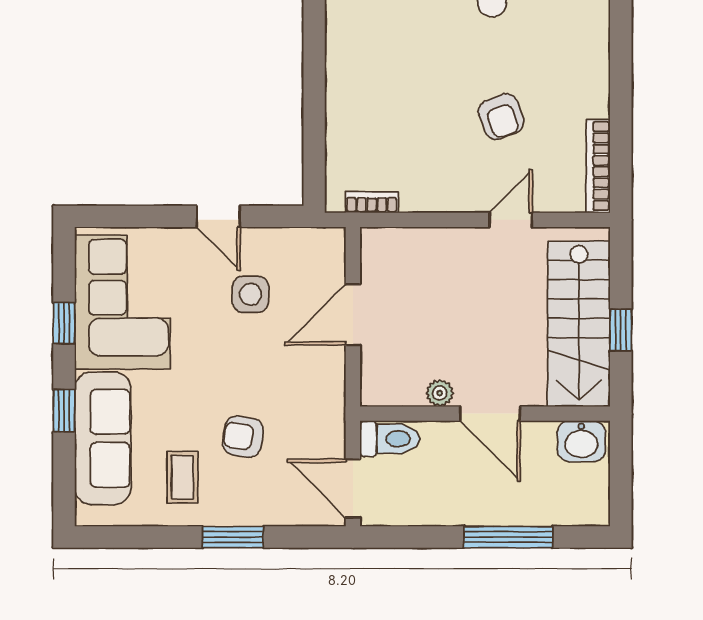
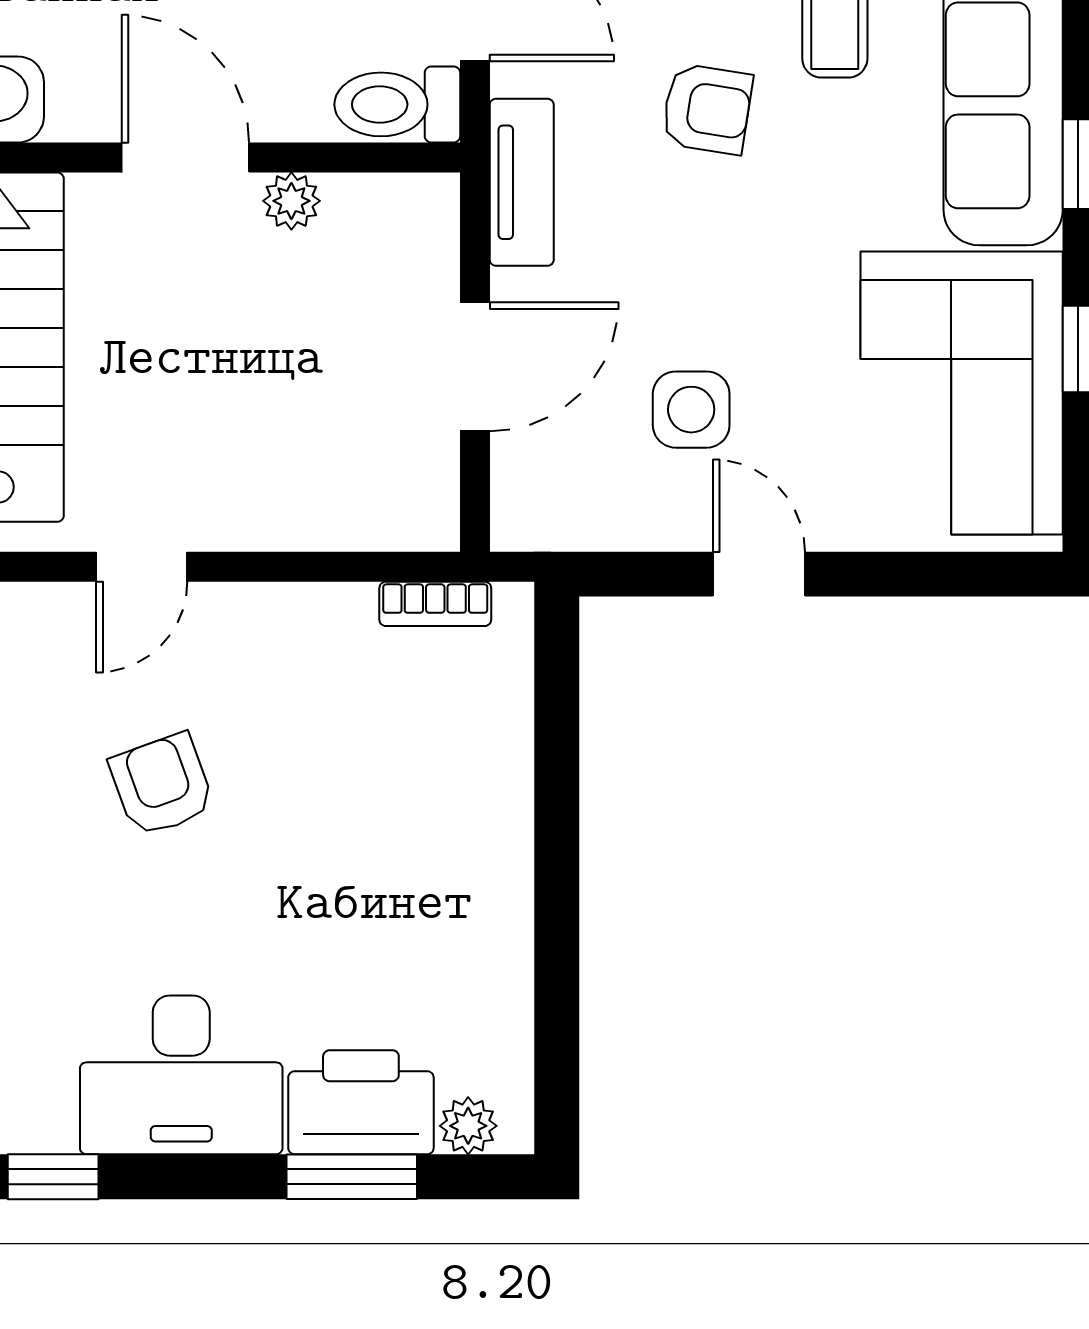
tv unit: (331, 402) -> (522, 182), added

